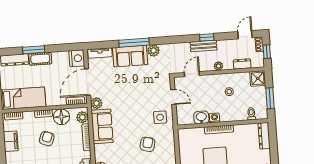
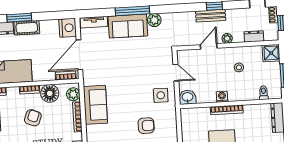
door: (192, 74) -> (209, 46), moved
plant: (96, 103) -> (89, 79), removed
washbasin: (201, 117) -> (188, 97), moved
armchair: (147, 144) -> (146, 126), turned 76

